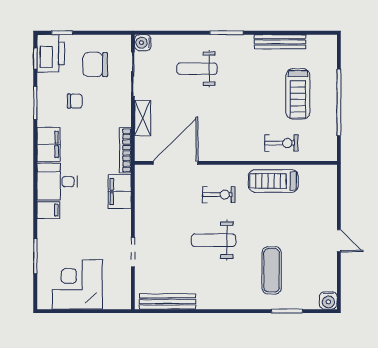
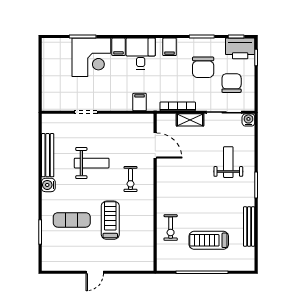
chair: (75, 101) -> (203, 67), width x1.87, depth x1.87
filing cabinet: (49, 144) -> (170, 47), width x0.50
bookcase: (125, 150) -> (178, 106), moved
door: (176, 163) -> (155, 145), width x0.73
treadmill: (273, 181) -> (110, 220), moved
filing cabinet: (120, 192) -> (140, 102), width x0.50
weight bench: (214, 240) -> (92, 163), moved, turned 90
corner desk: (77, 284) -> (91, 57), moved, turned 90
water cooler: (328, 300) -> (48, 185), moved
bench: (168, 301) -> (48, 155), moved

